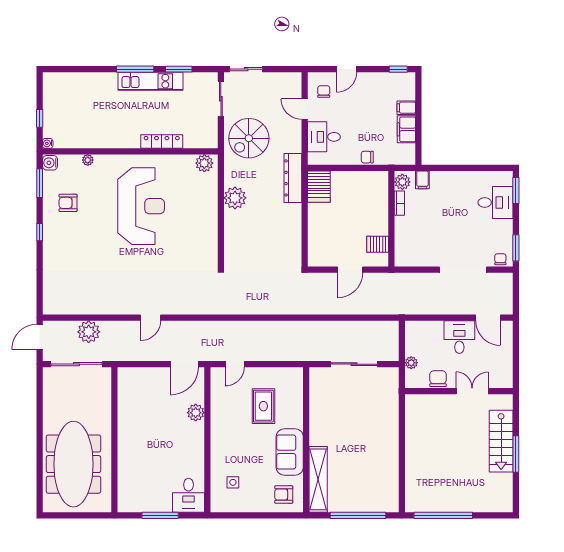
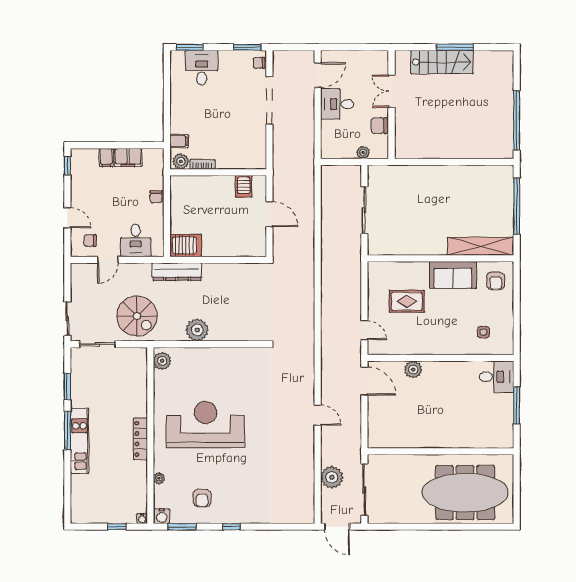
kitchen unit: (150, 81) -> (80, 441), moved
locker: (162, 142) -> (140, 439), moved

